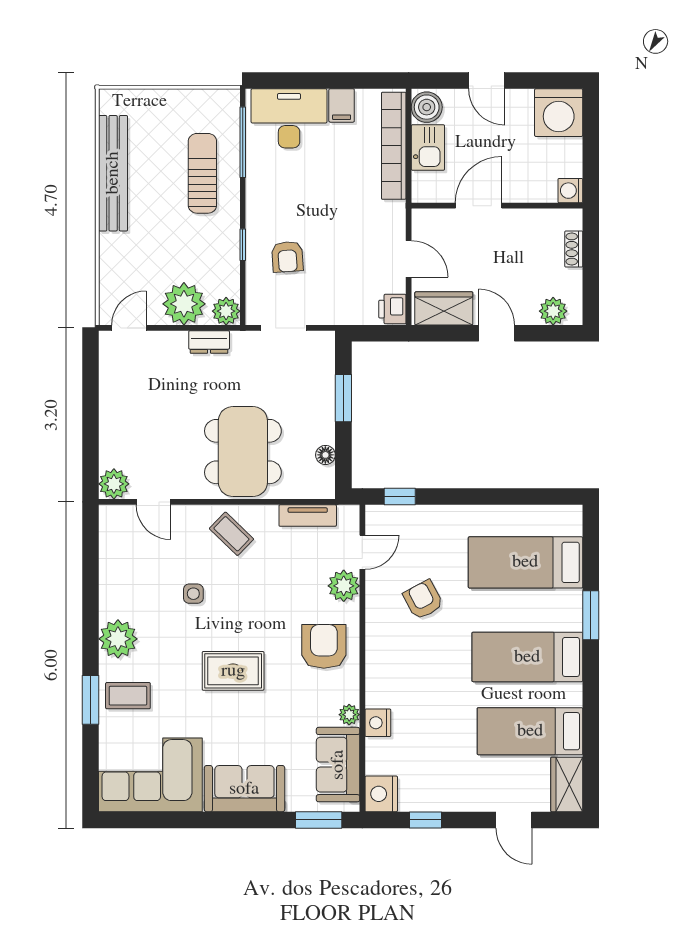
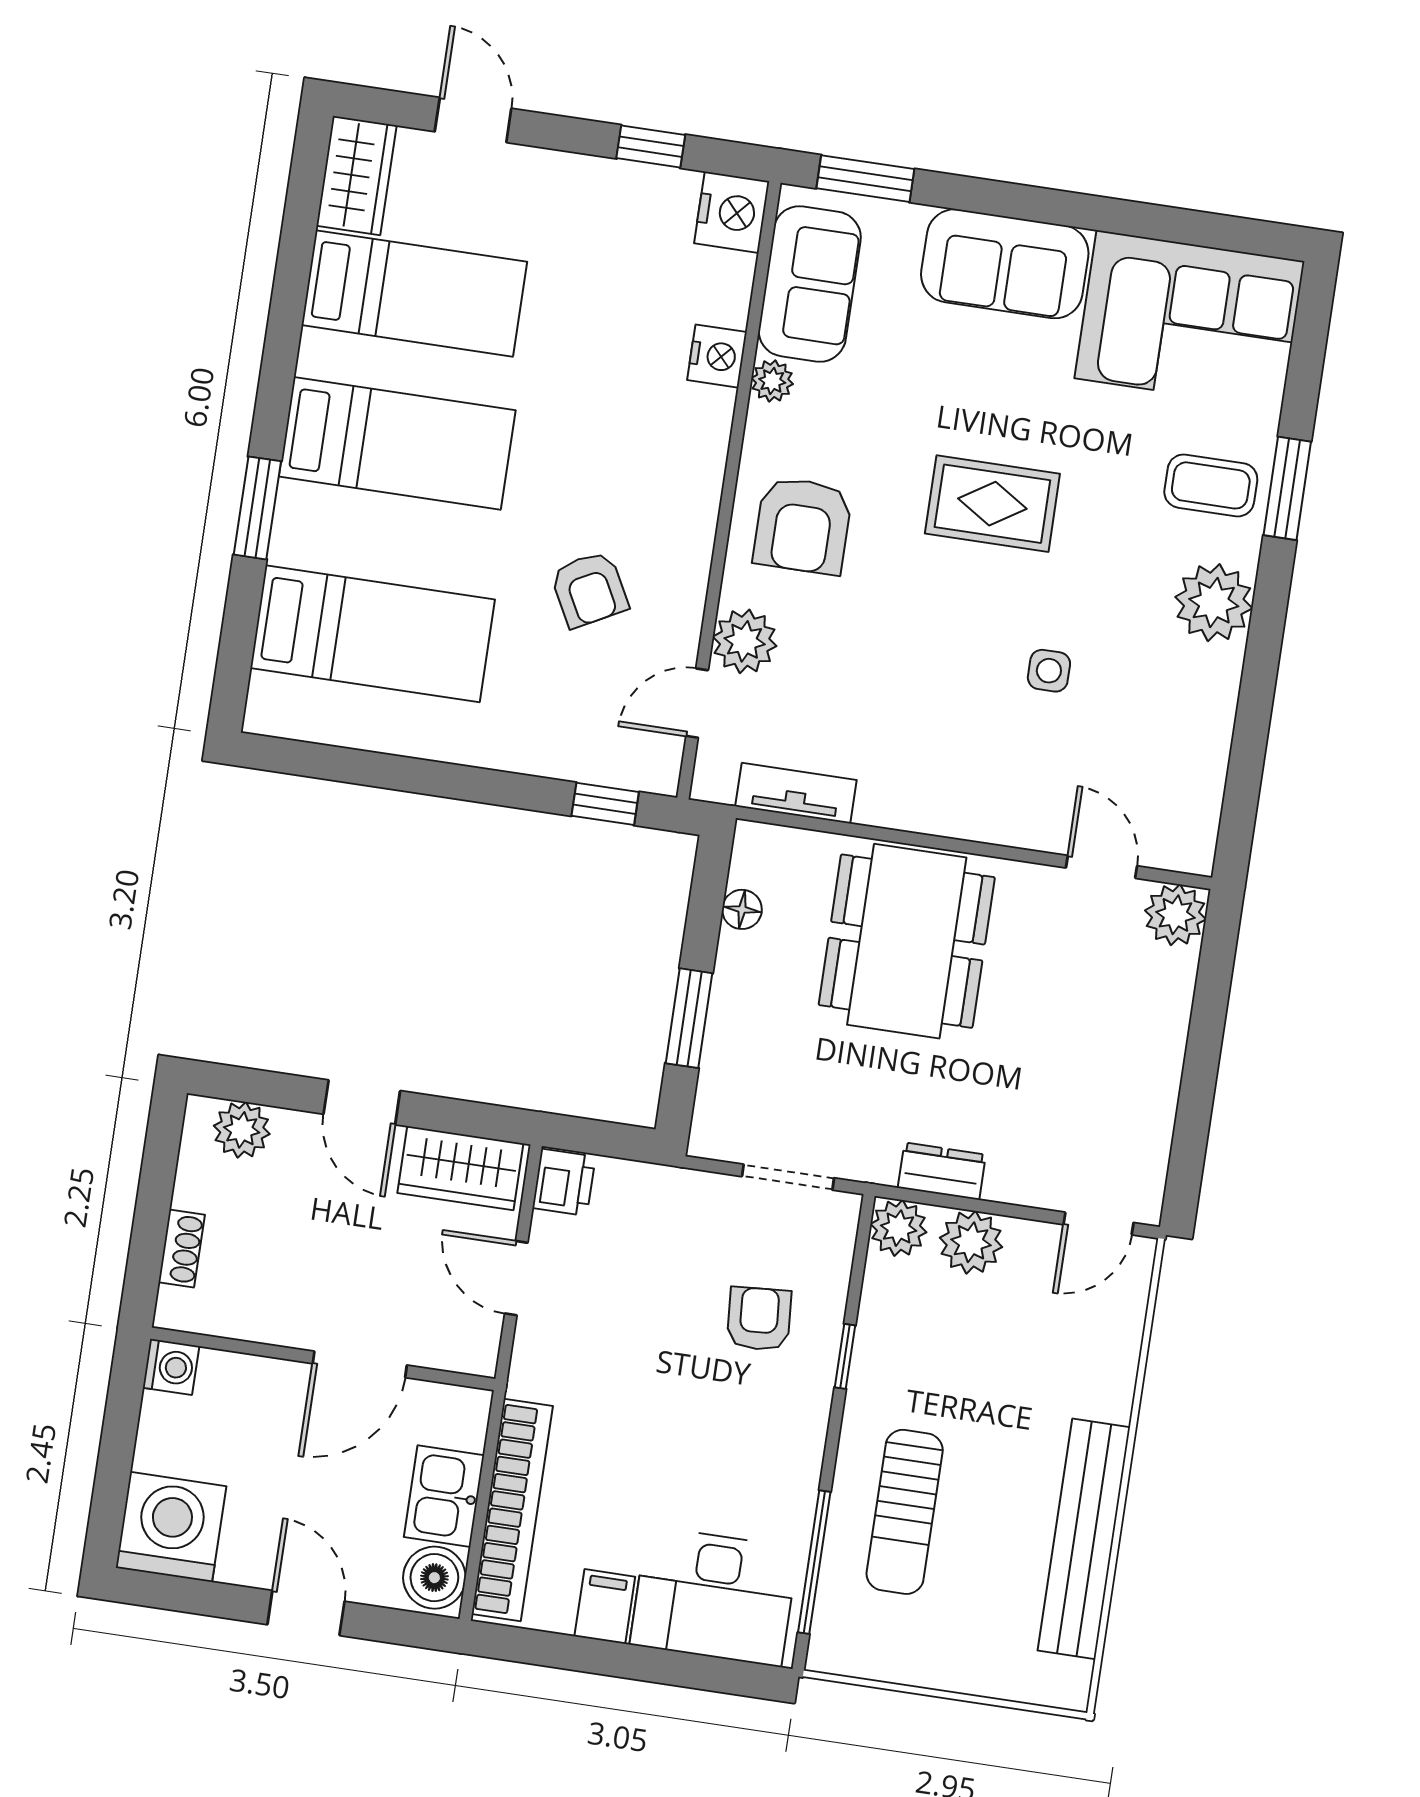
plant: (184, 304) -> (971, 1242), width x0.73, depth x0.73
coffee table: (231, 534) -> (954, 779), removed

